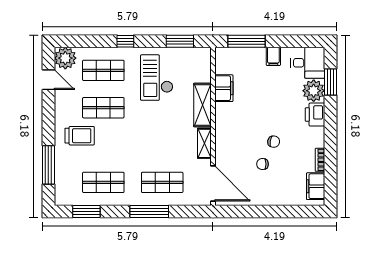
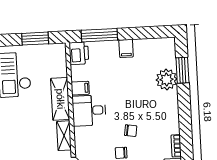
desk: (308, 63) -> (89, 111), moved, turned 180
filing cabinet: (224, 88) -> (80, 88), width x0.50
printer: (315, 115) -> (79, 53), moved, turned 180

